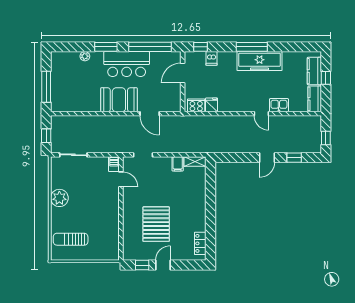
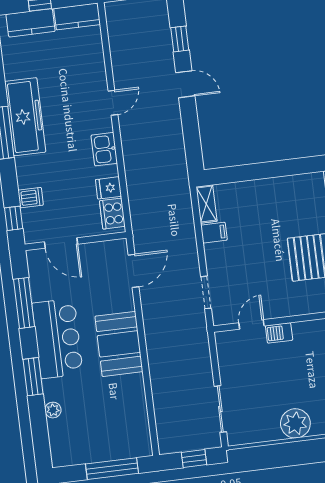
window: (150, 47) -> (24, 303), width x0.68
kitchen sink: (279, 105) -> (104, 149), moved
door: (150, 114) -> (134, 271), moved
barbecue: (114, 164) -> (279, 333), moved

